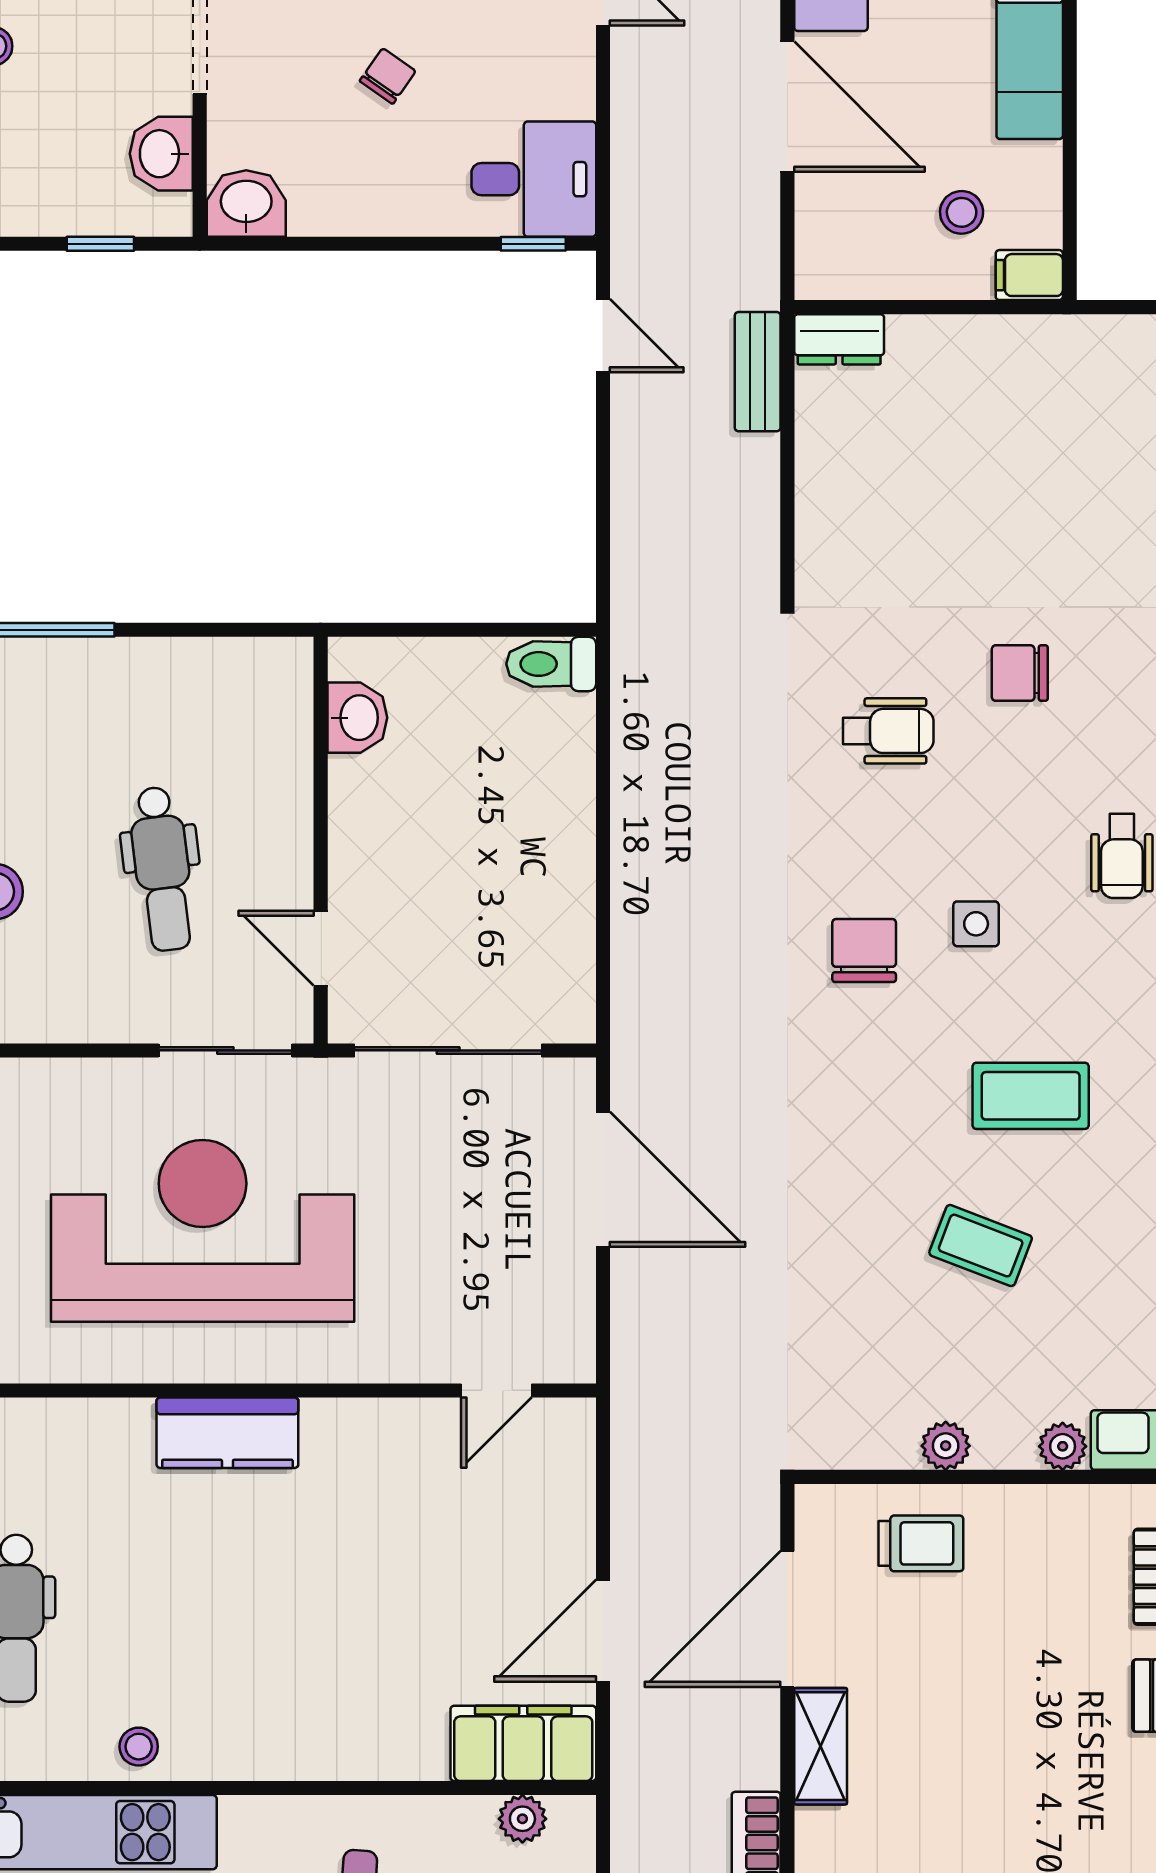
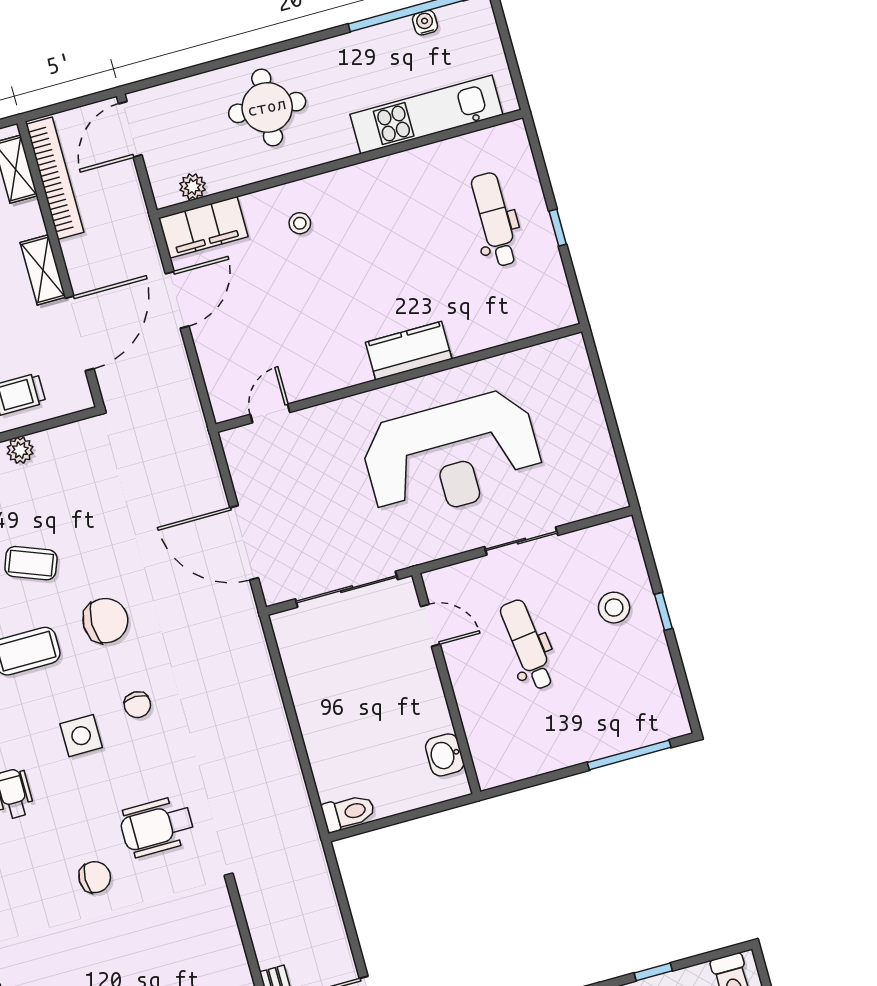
wheelchair: (888, 731) -> (157, 826), width x1.36, depth x1.37
side table: (976, 924) -> (81, 736), width x1.37, depth x1.37
chair: (864, 951) -> (137, 705), width x0.73, depth x0.73
sliding door: (225, 1050) -> (521, 541), moved
chair: (879, 1111) -> (105, 621), added
stool: (139, 1747) -> (300, 223), moved

